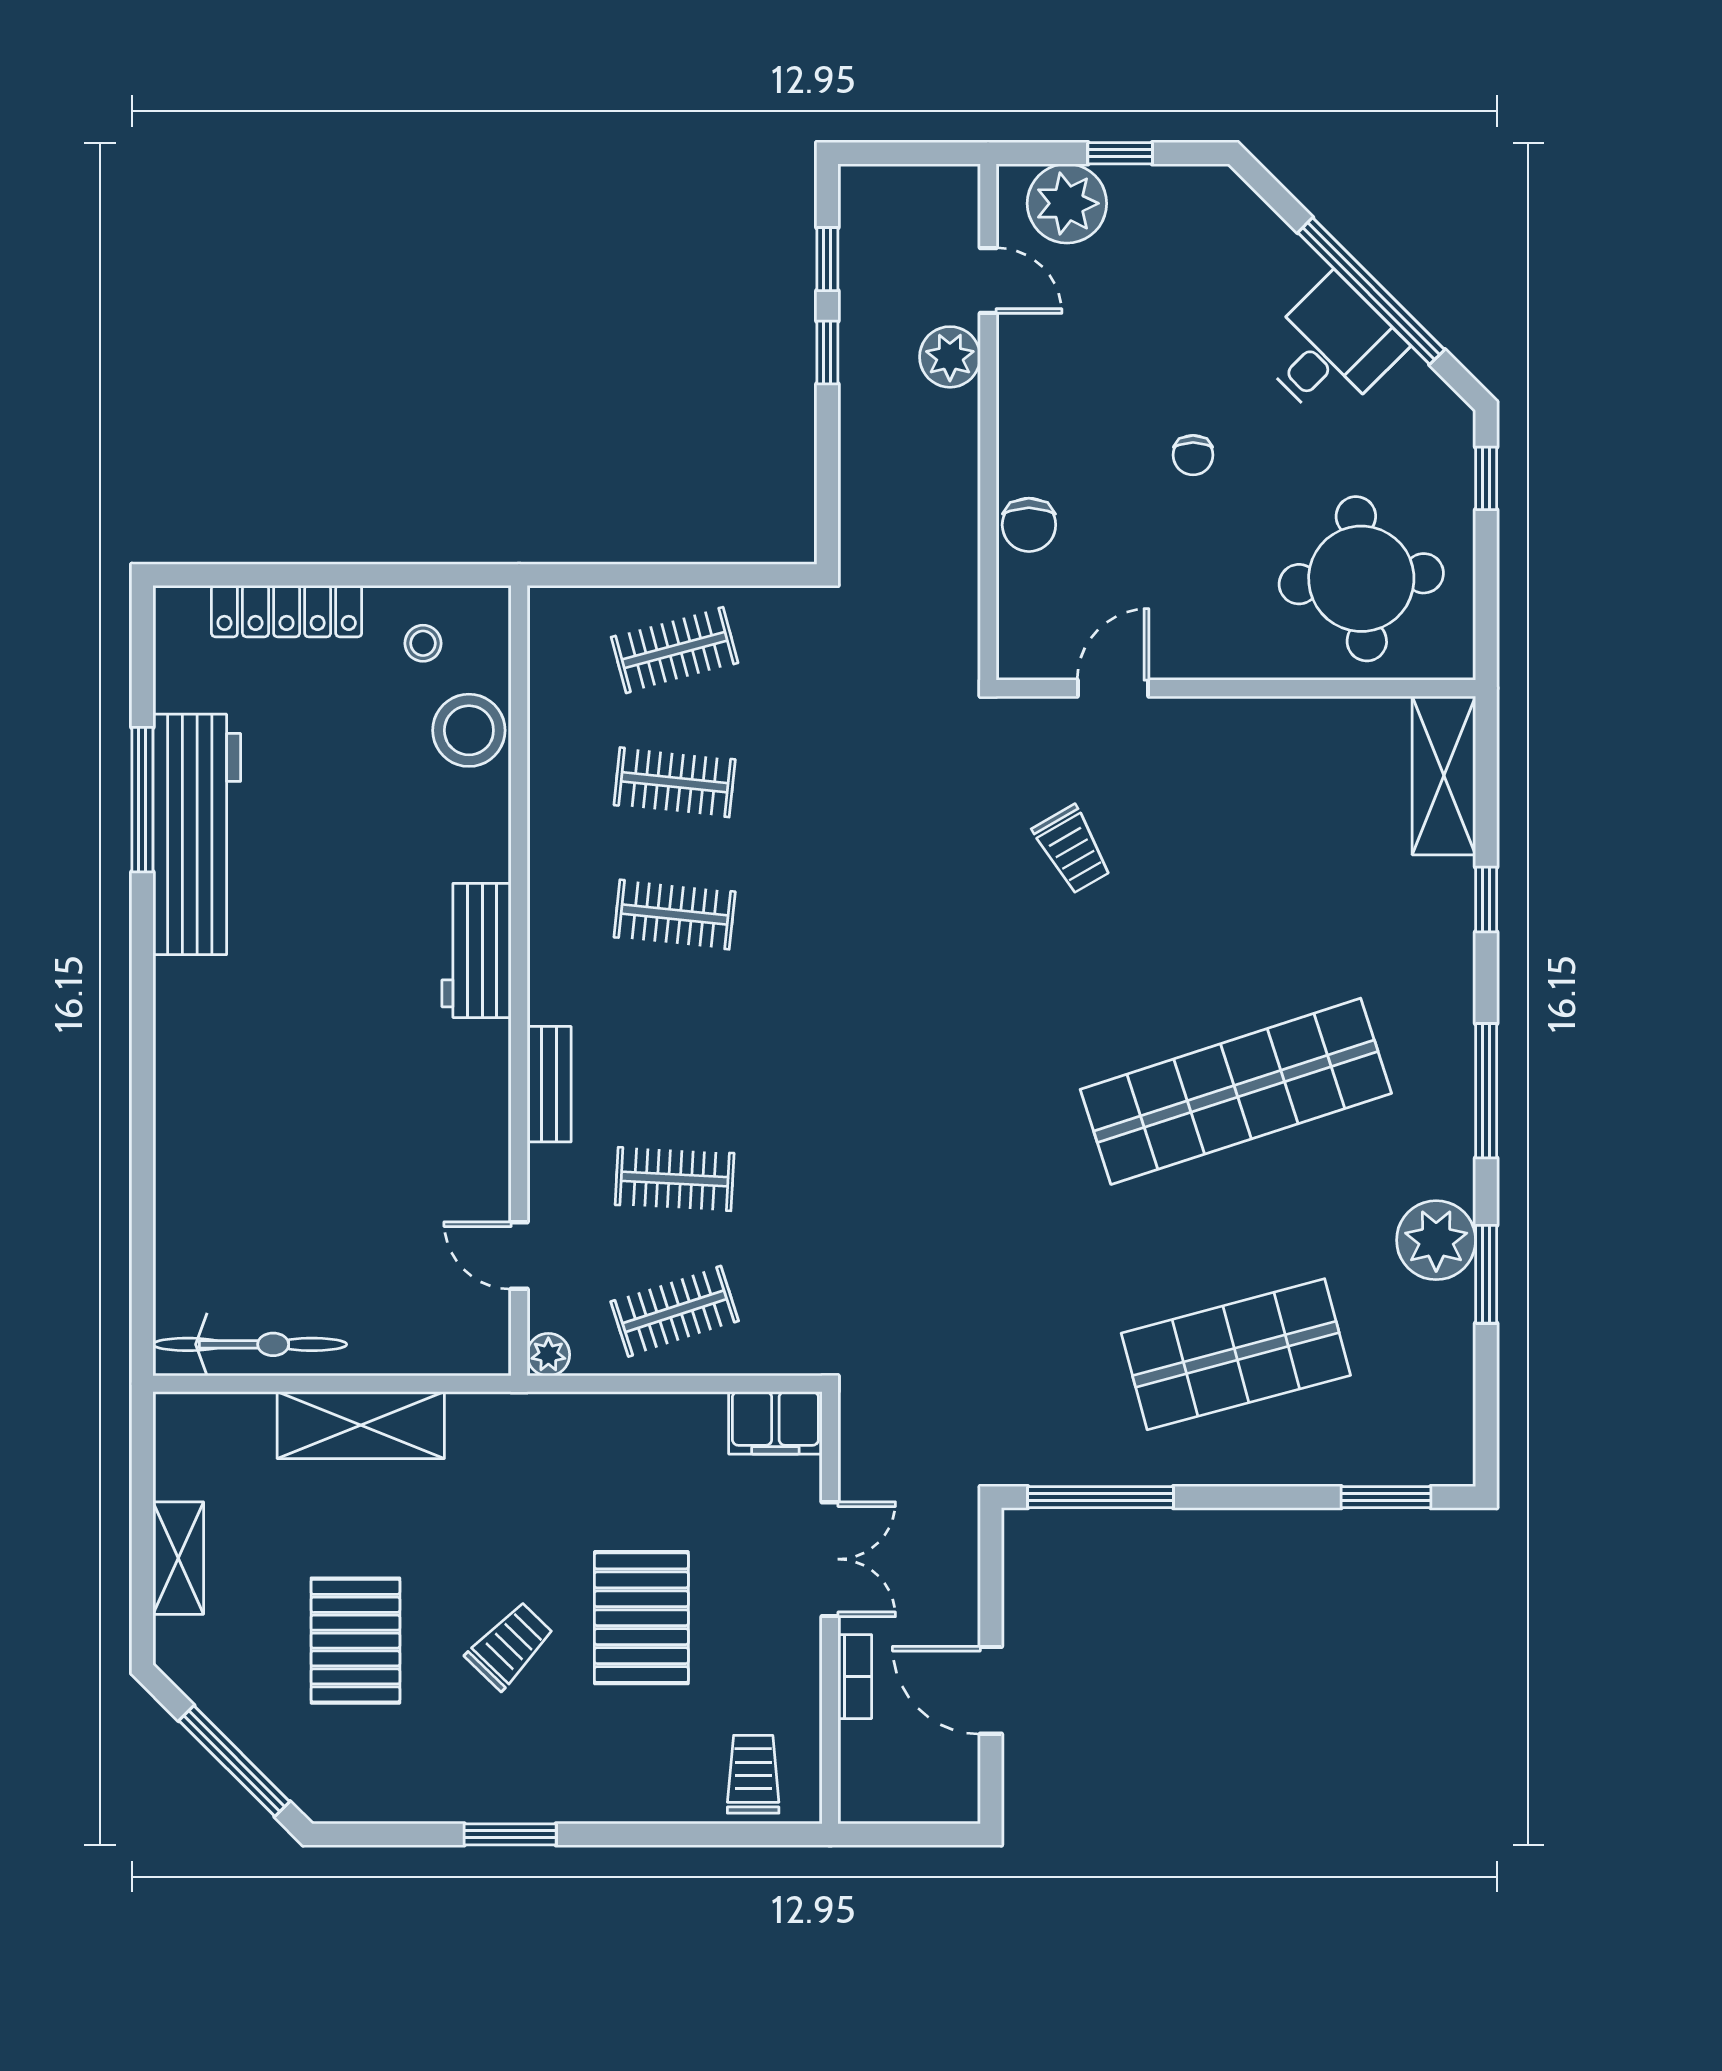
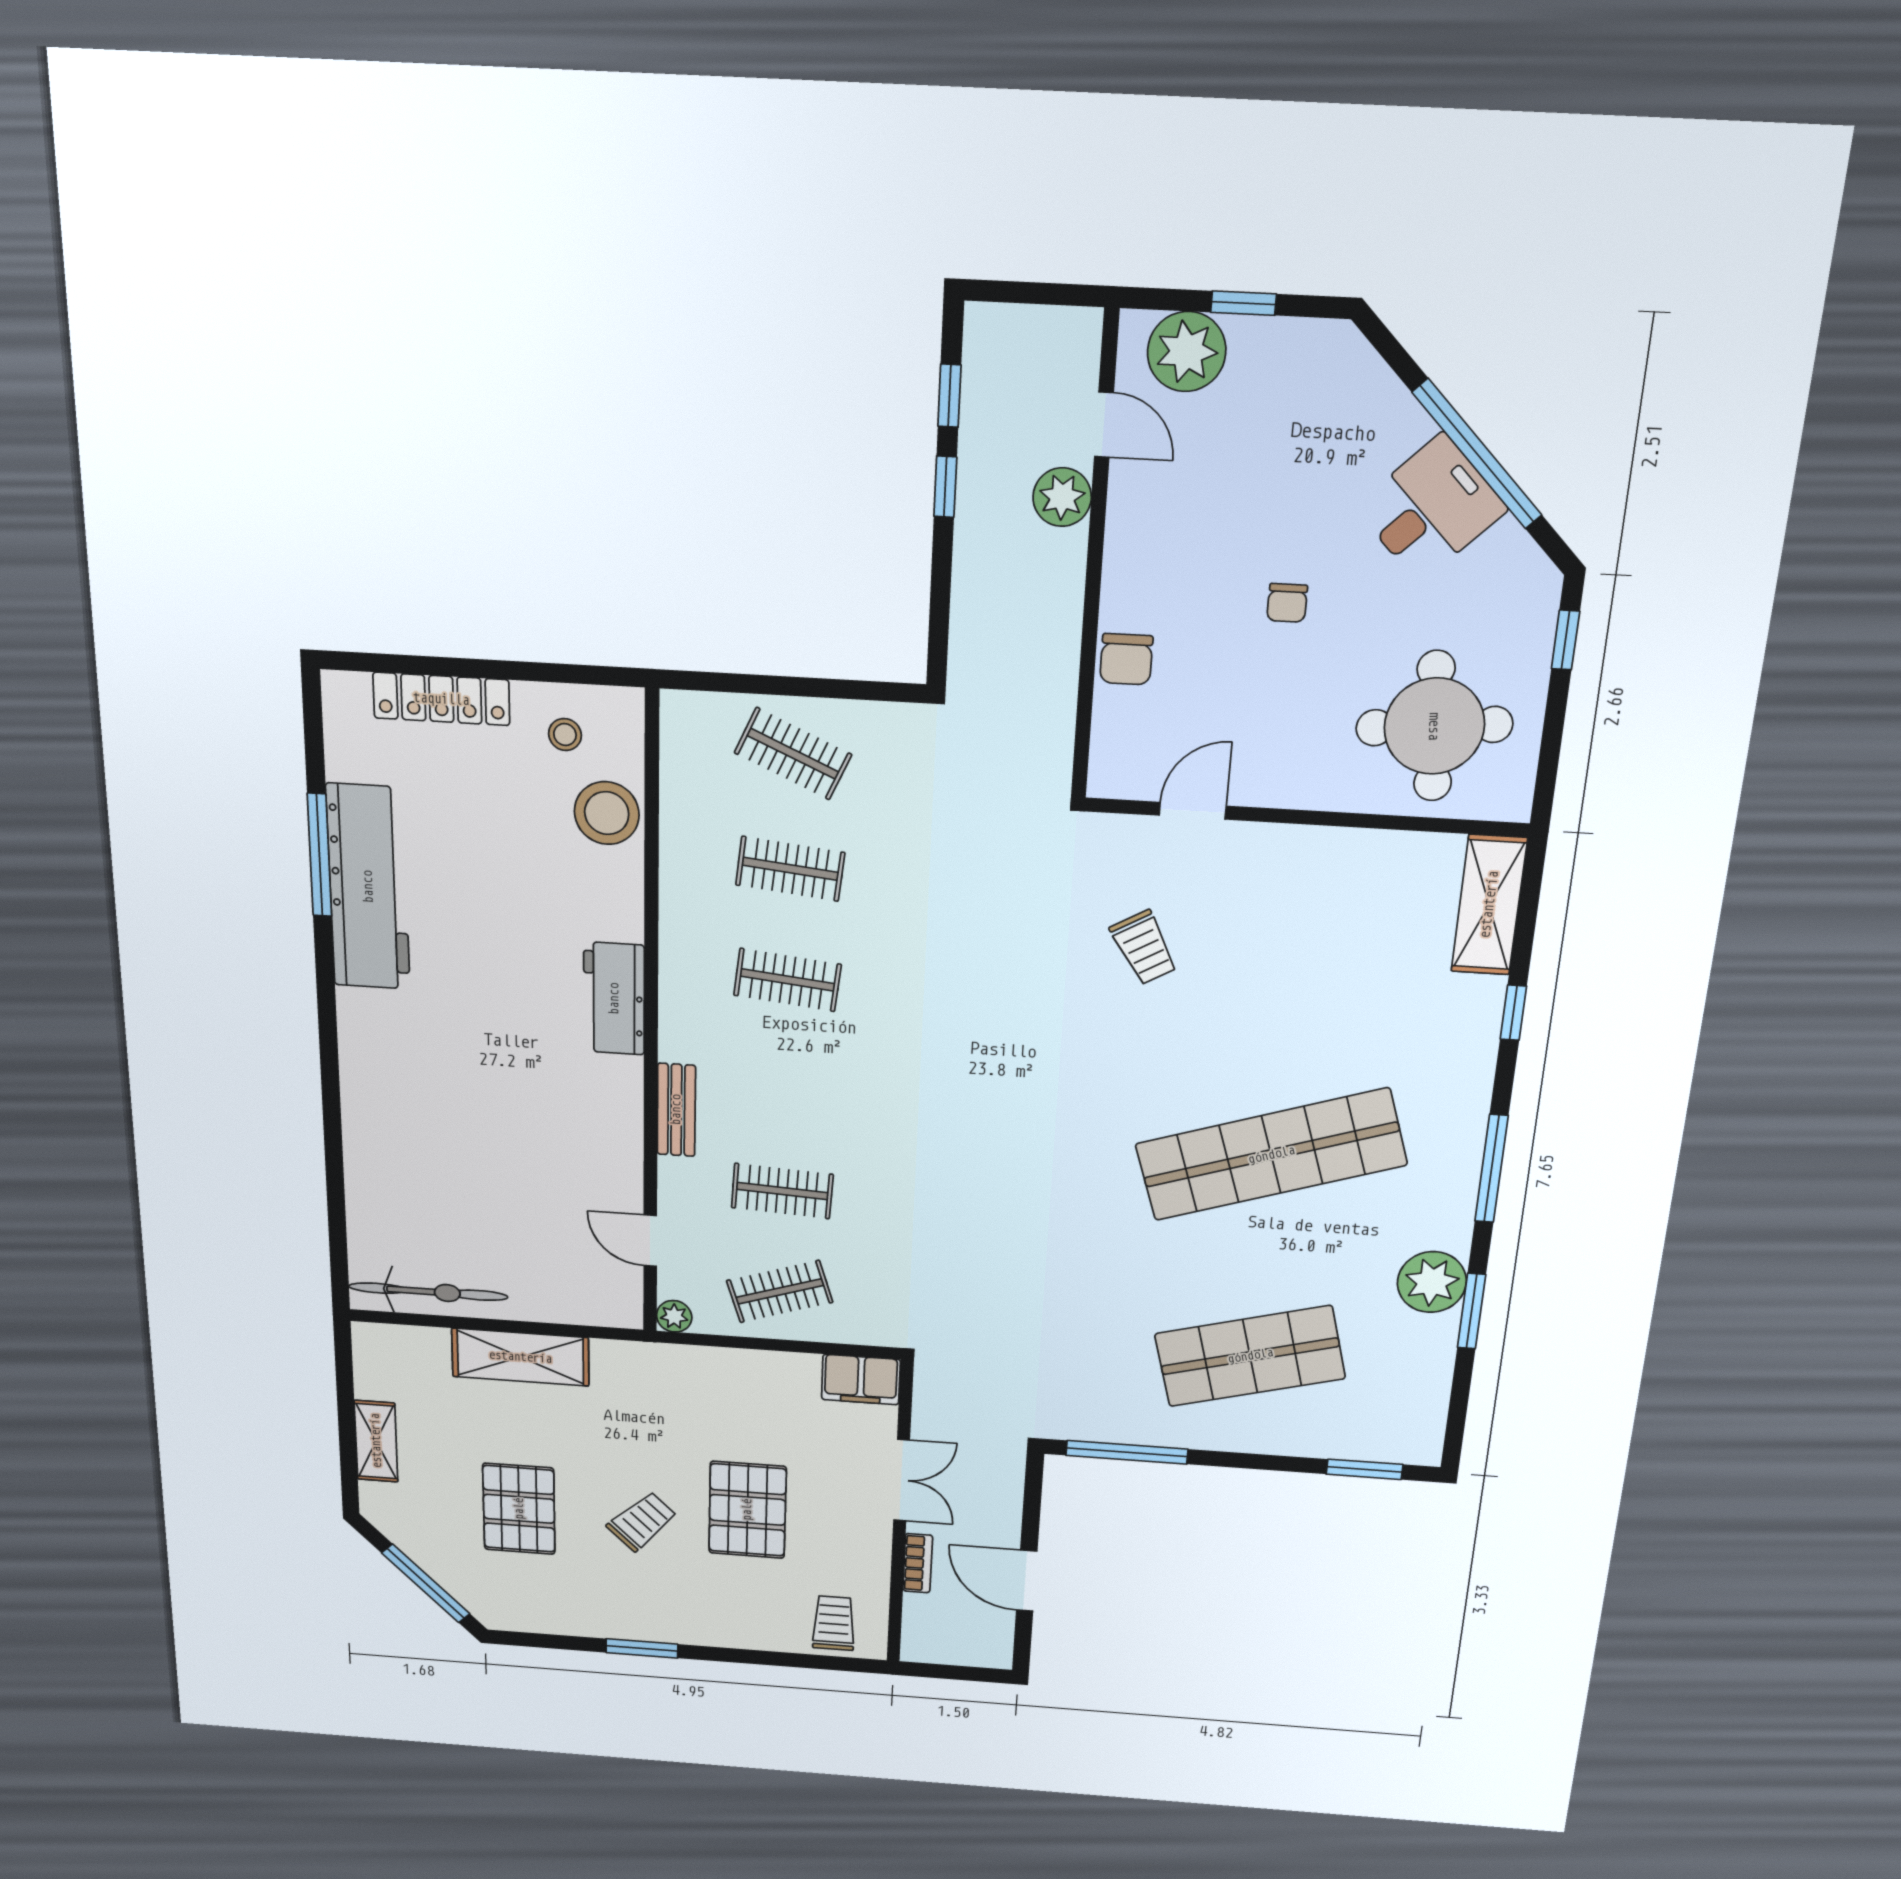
clothes rail: (675, 650) -> (793, 754), turned 39

